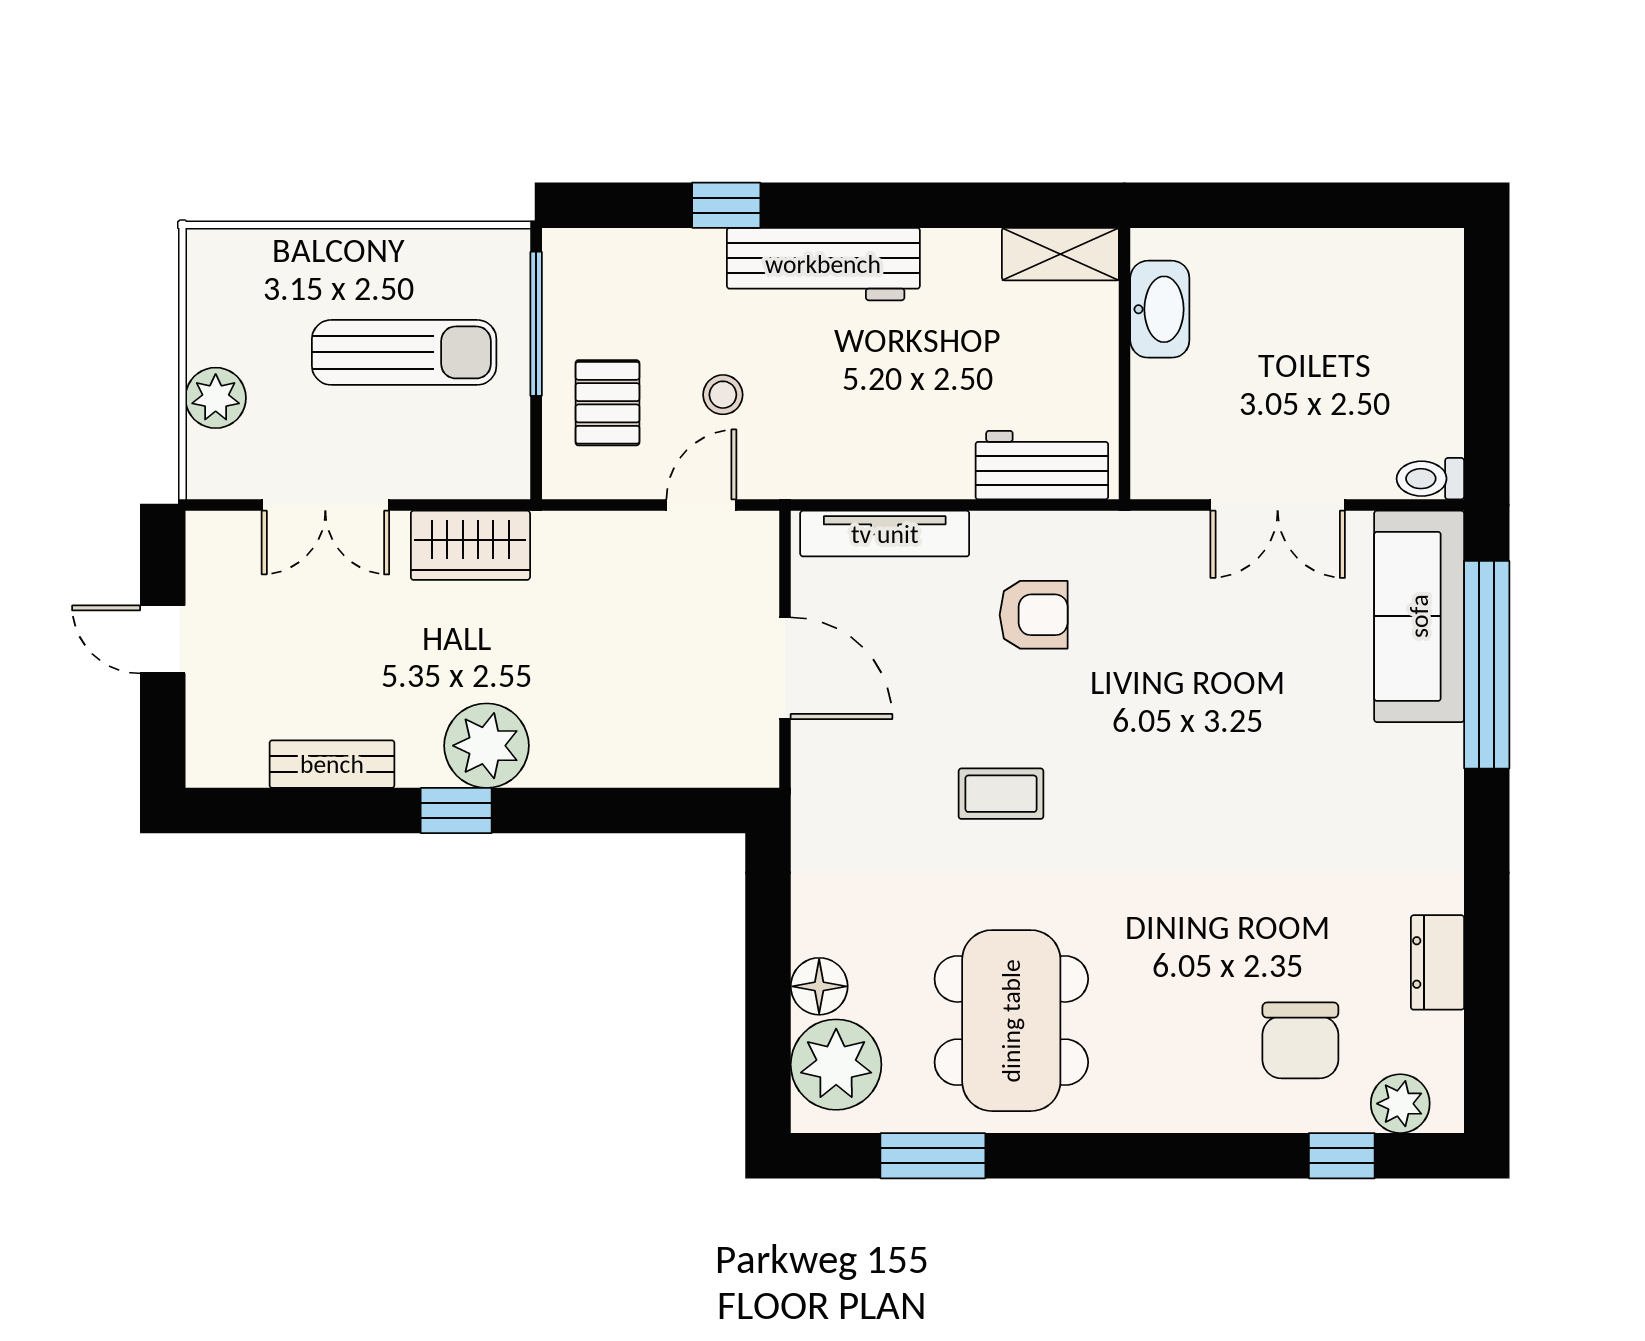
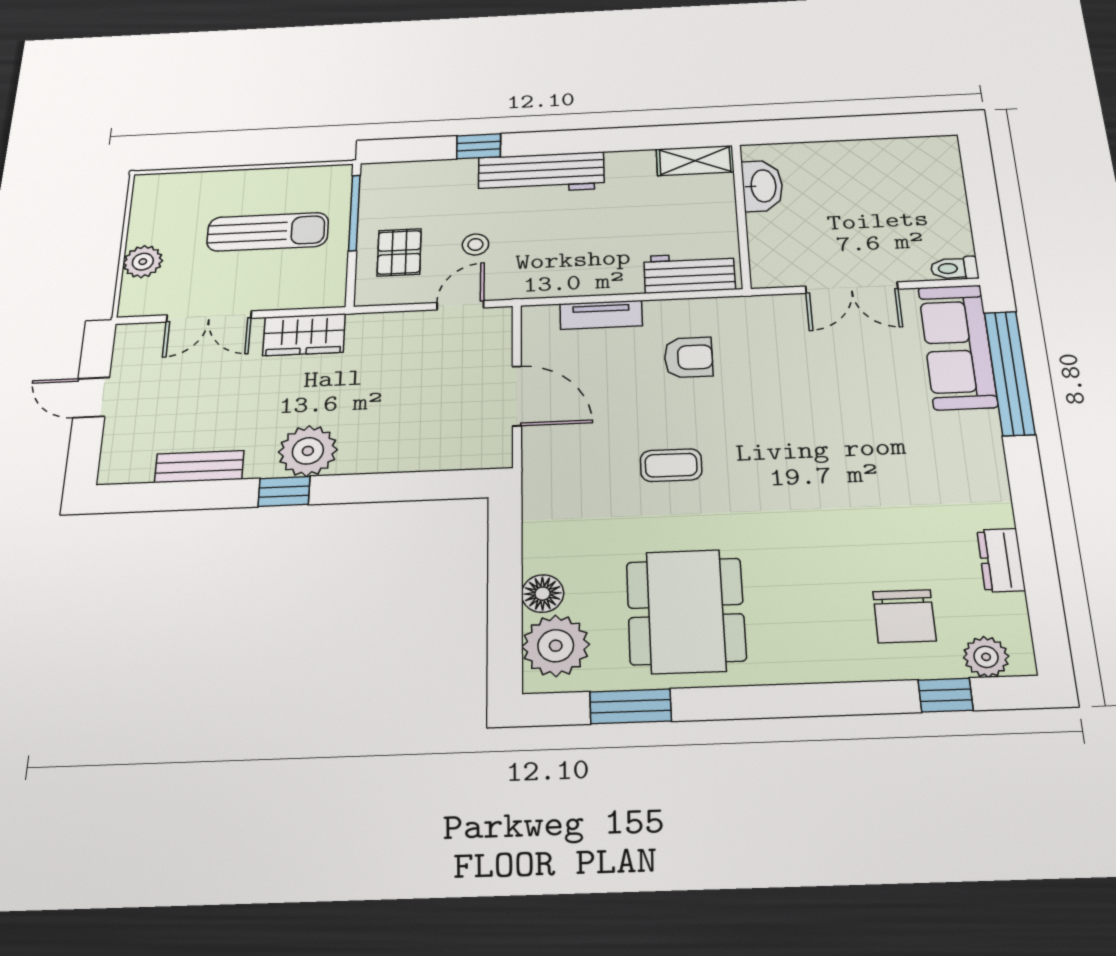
tv unit: (885, 534) -> (601, 315), width x0.71

